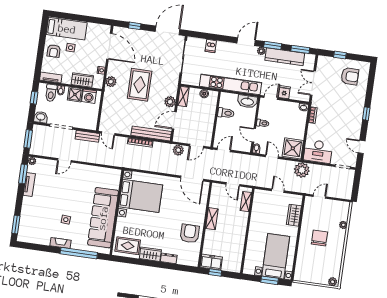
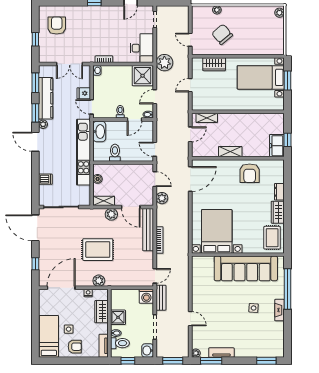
washing machine: (89, 96) -> (146, 296), moved, turned 90
armchair: (190, 234) -> (250, 173), turned -90
chair: (319, 238) -> (222, 34), moved, turned 50

